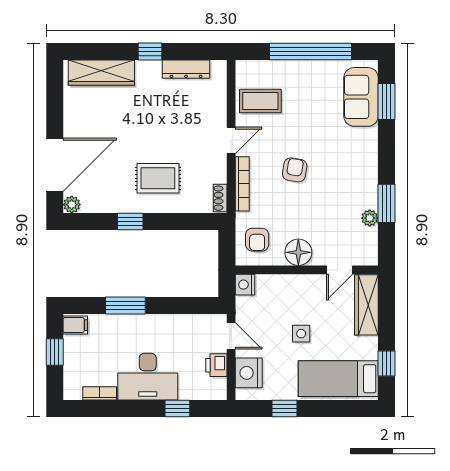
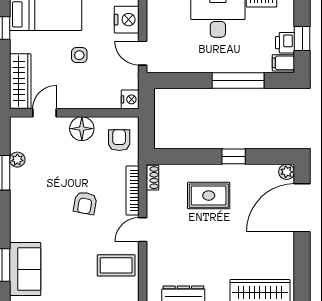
window: (125, 306) -> (238, 80), width x1.44
printer: (216, 365) -> (285, 43), moved, turned 180

